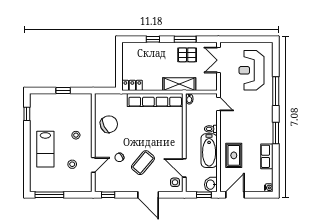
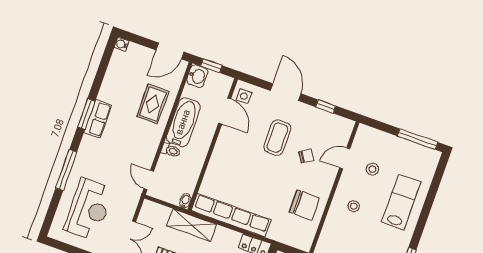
chair: (109, 124) -> (305, 205), turned -153
row of seats: (267, 156) -> (98, 119), moved
coffee table: (143, 163) -> (277, 138), turned -40
window: (108, 195) -> (326, 106), moved

